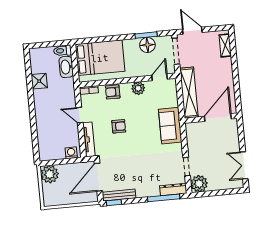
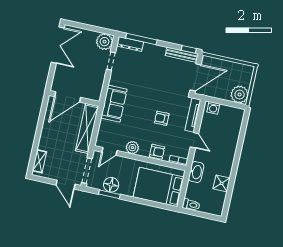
washbasin: (66, 67) -> (196, 172), moved
double door: (244, 165) -> (58, 45), width x1.37

